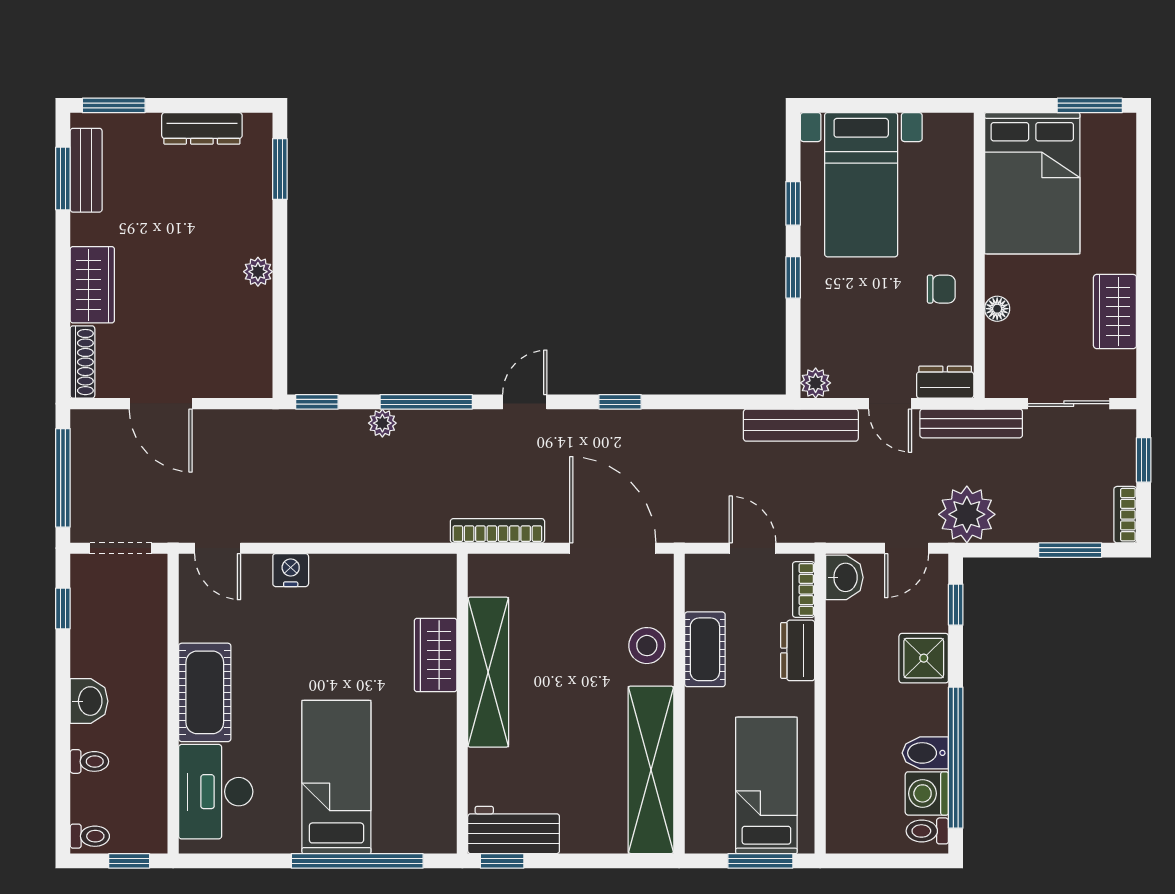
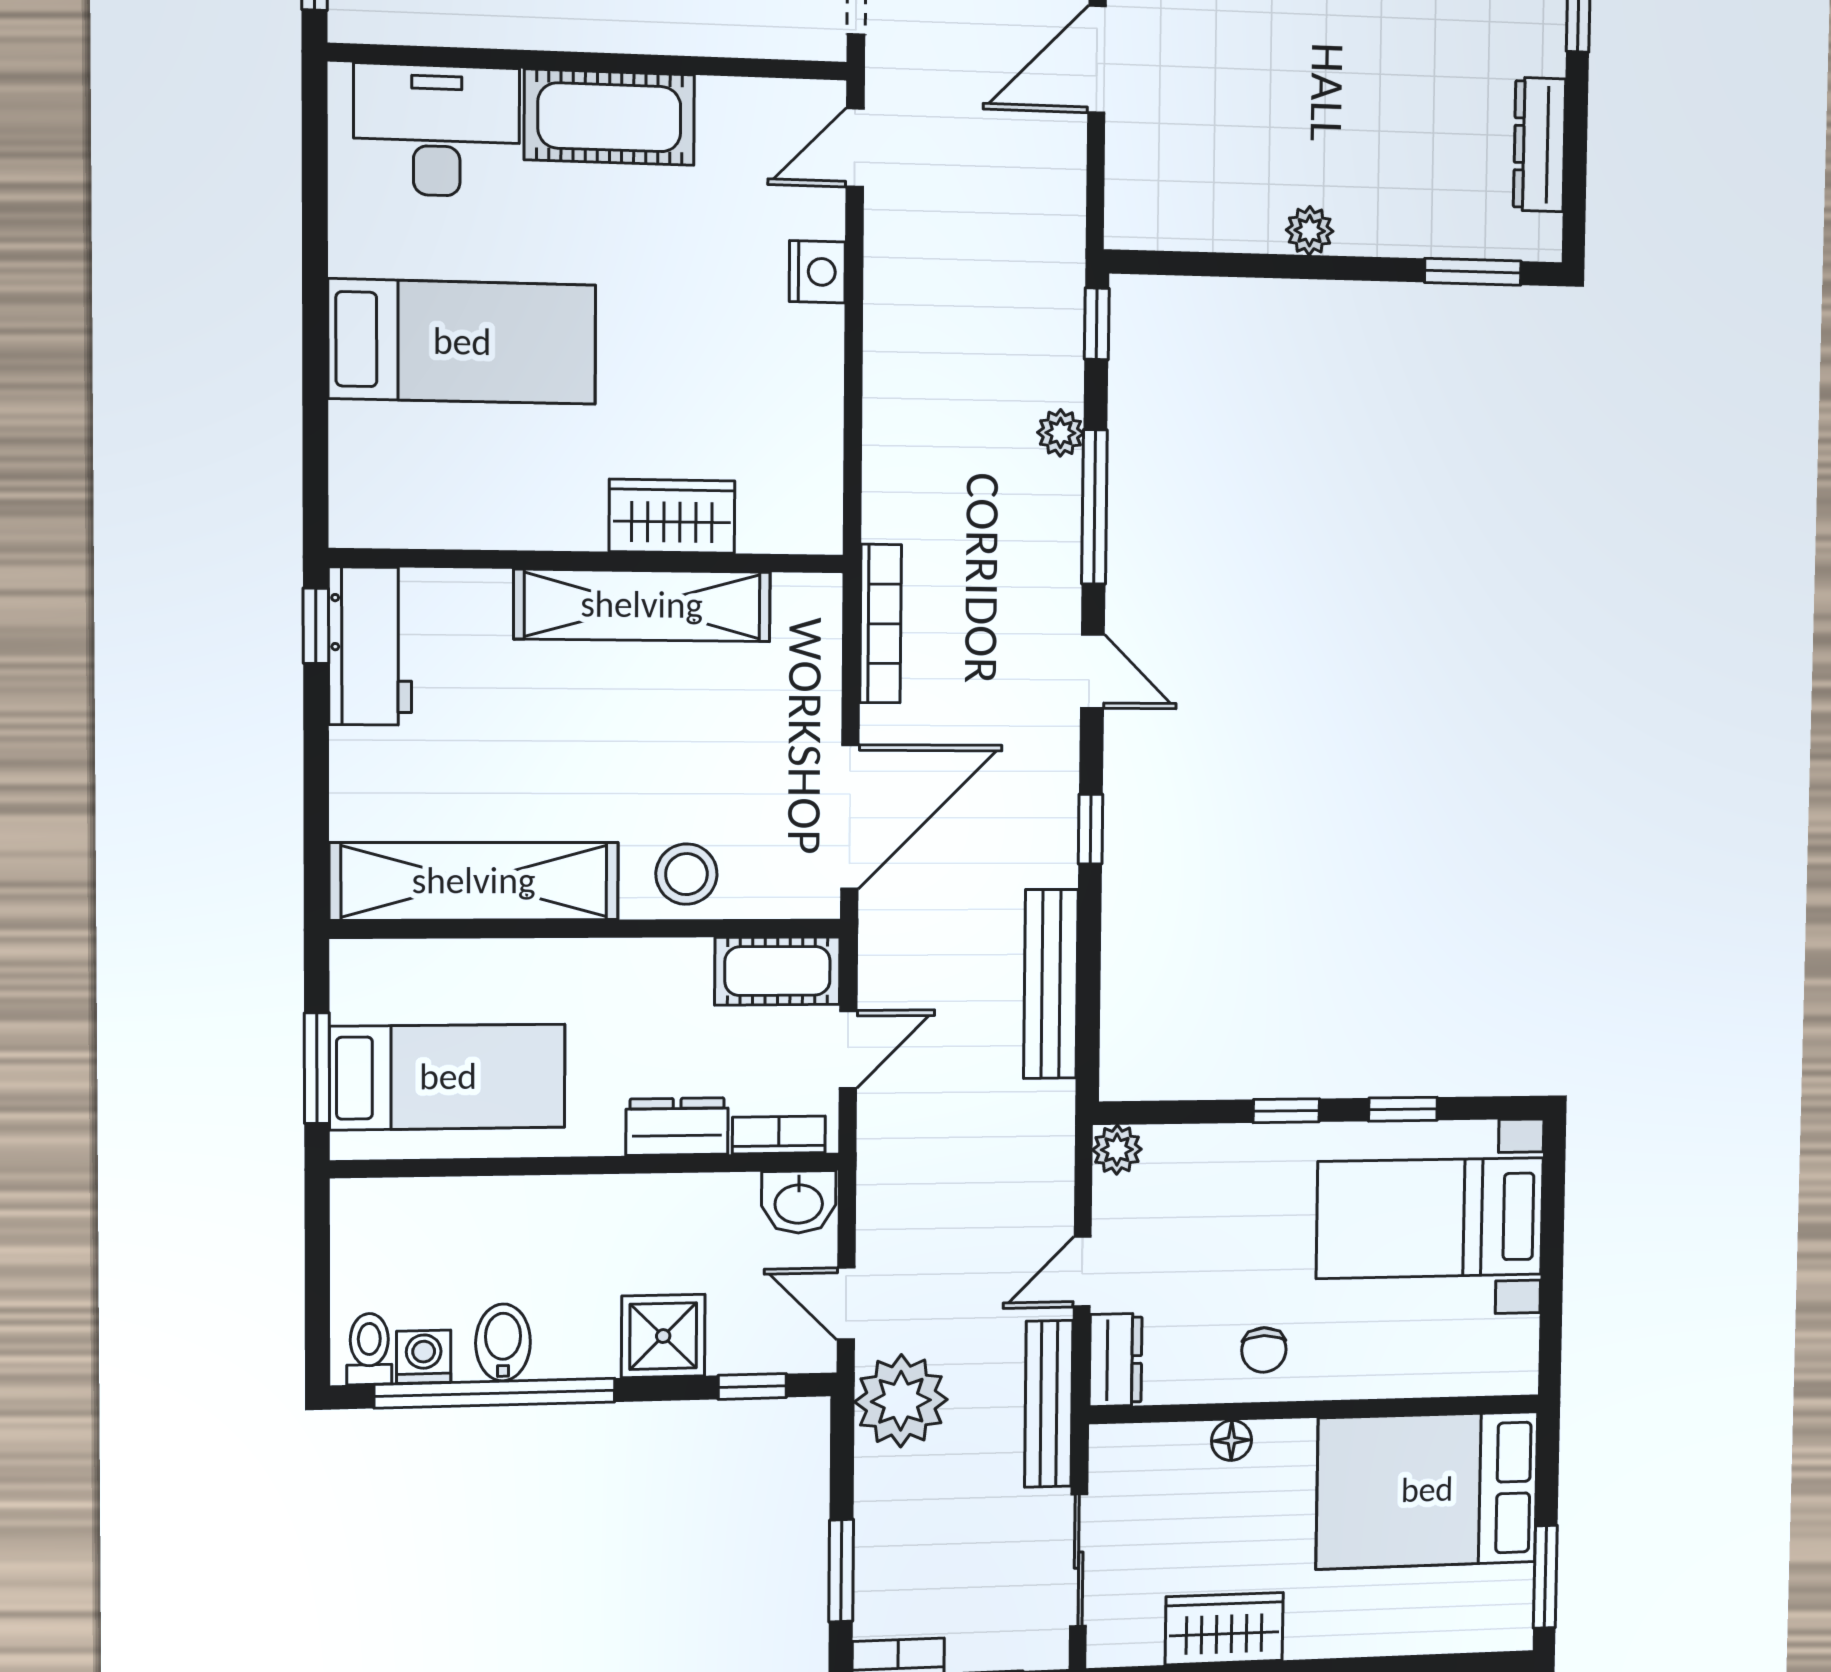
bench: (801, 425) -> (1051, 984), moved
cot: (705, 649) -> (777, 971), moved
washing machine: (927, 793) -> (424, 1357), width x0.73, depth x0.73
window: (357, 861) -> (315, 374), removed

